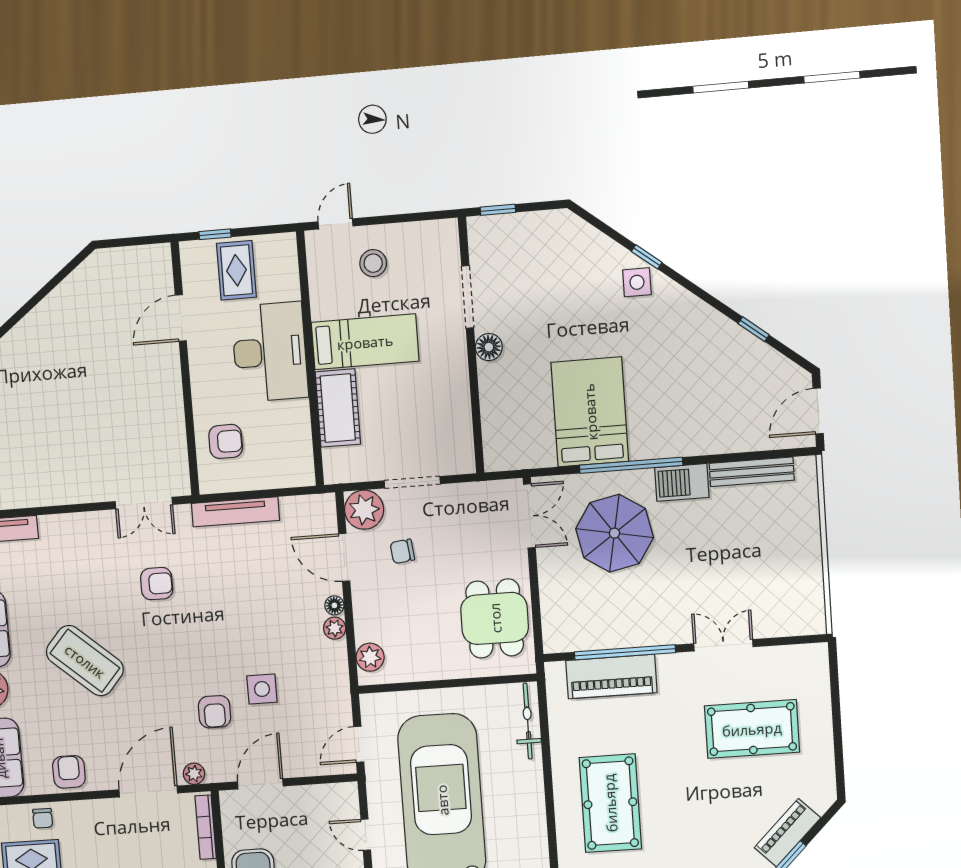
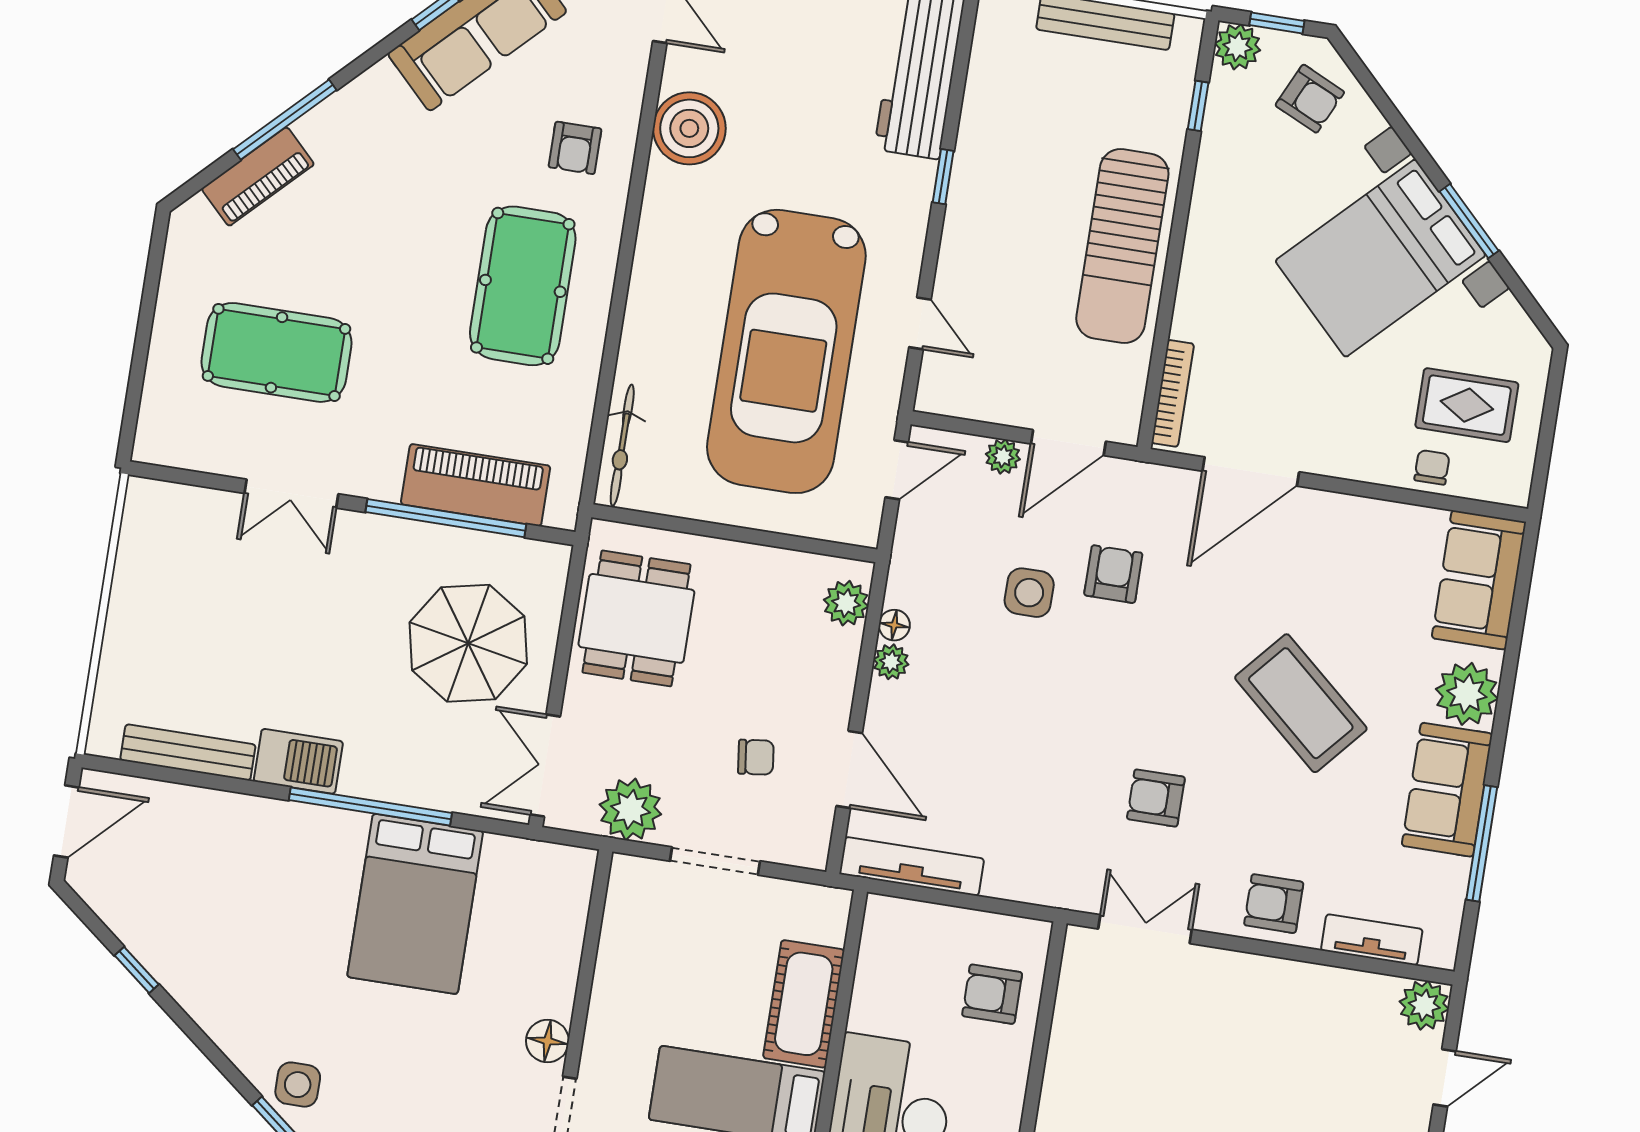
plant: (364, 510) -> (630, 809), moved
tv unit: (235, 512) -> (912, 866), moved
parasol: (614, 533) -> (468, 643), moved
floor lamp: (334, 605) -> (894, 625), moved
armchair: (69, 772) -> (1274, 904), moved, turned 90
plant: (194, 774) -> (1003, 457), moved

